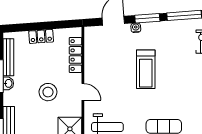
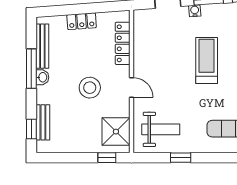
treadmill: (146, 69) -> (207, 60), turned 180

